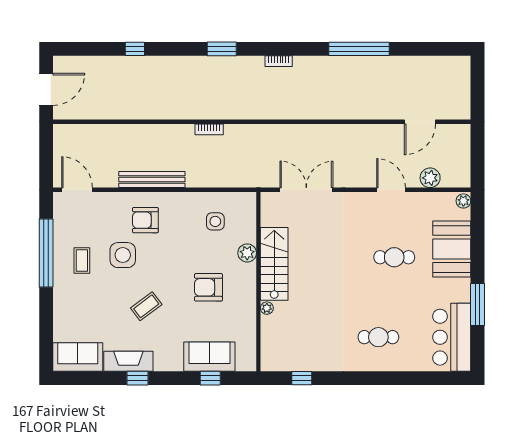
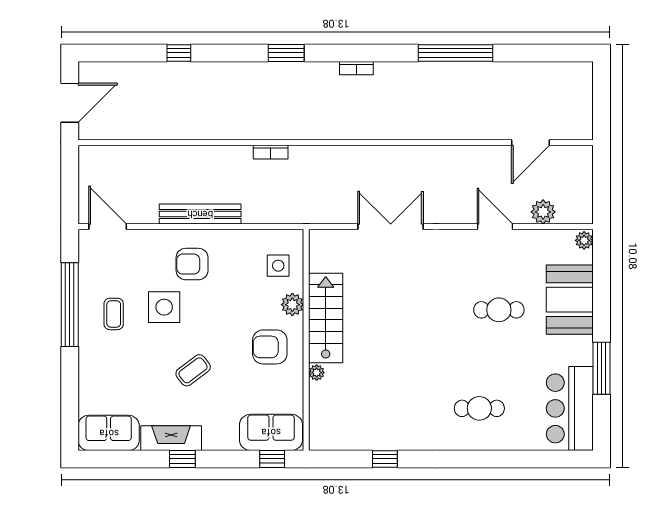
plant: (247, 253) -> (292, 305), moved
stairs: (274, 264) -> (326, 318), moved
wall: (258, 282) -> (306, 340), moved
plant: (267, 308) -> (317, 373), moved

